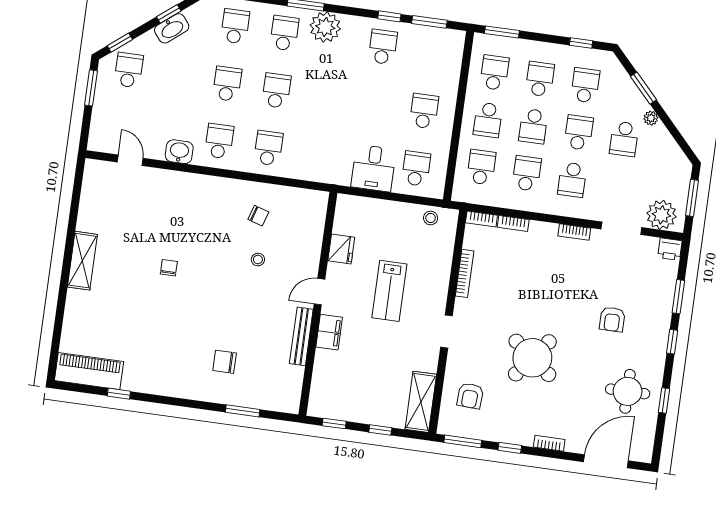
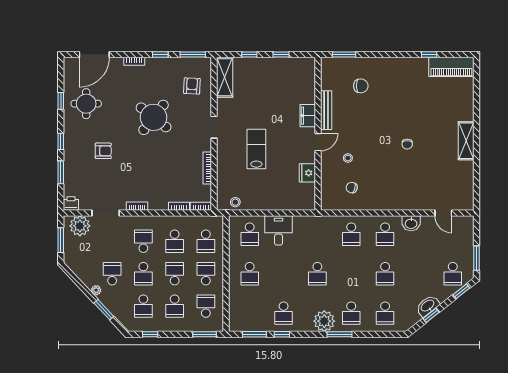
school desk: (494, 73) -> (206, 306), turned 180
school desk: (276, 91) -> (317, 274), moved
fridge: (341, 249) -> (307, 173), moved
door: (320, 292) -> (318, 142), moved
wall: (318, 304) -> (318, 134), moved
armchair: (612, 319) -> (103, 151), turned 90
filing cabinet: (329, 332) -> (308, 116), moved
bench: (301, 336) -> (326, 110), moved

